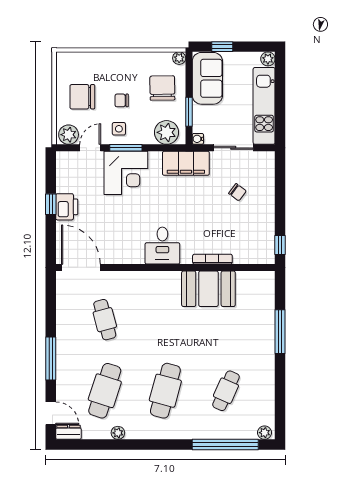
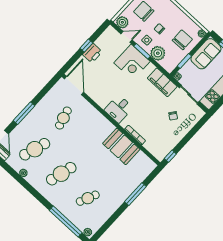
plant: (167, 132) -> (158, 53), moved

